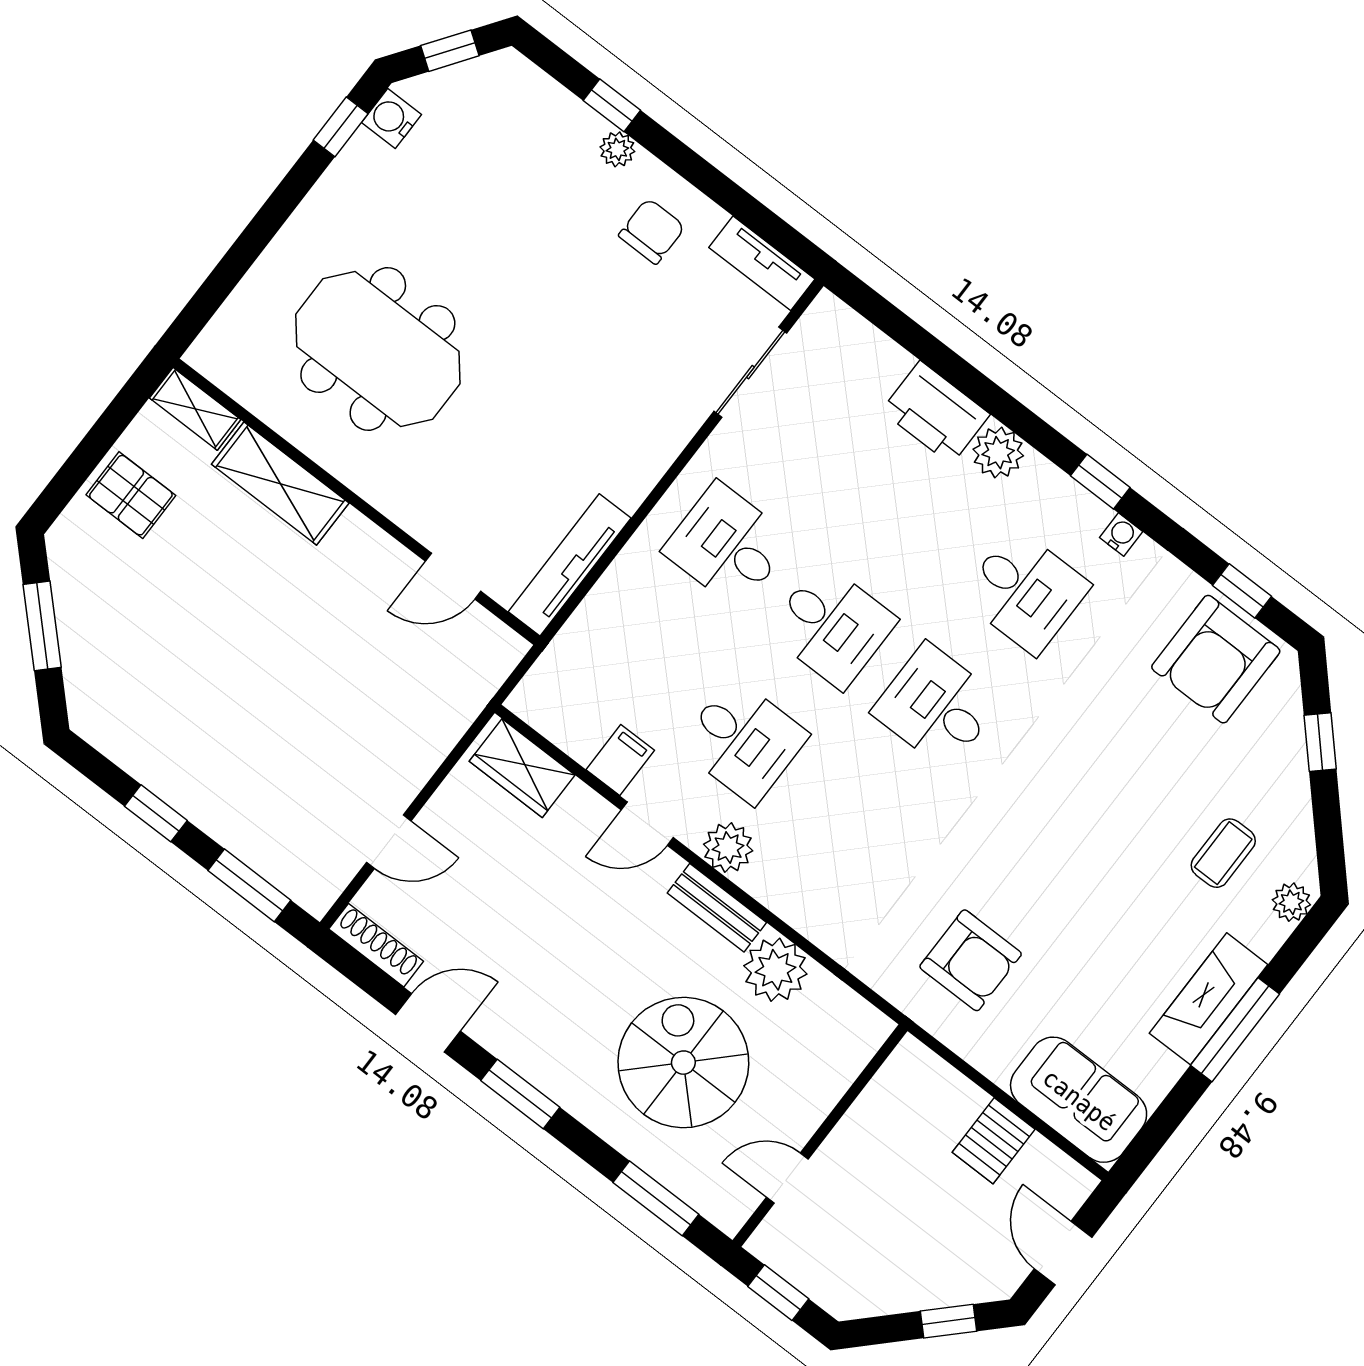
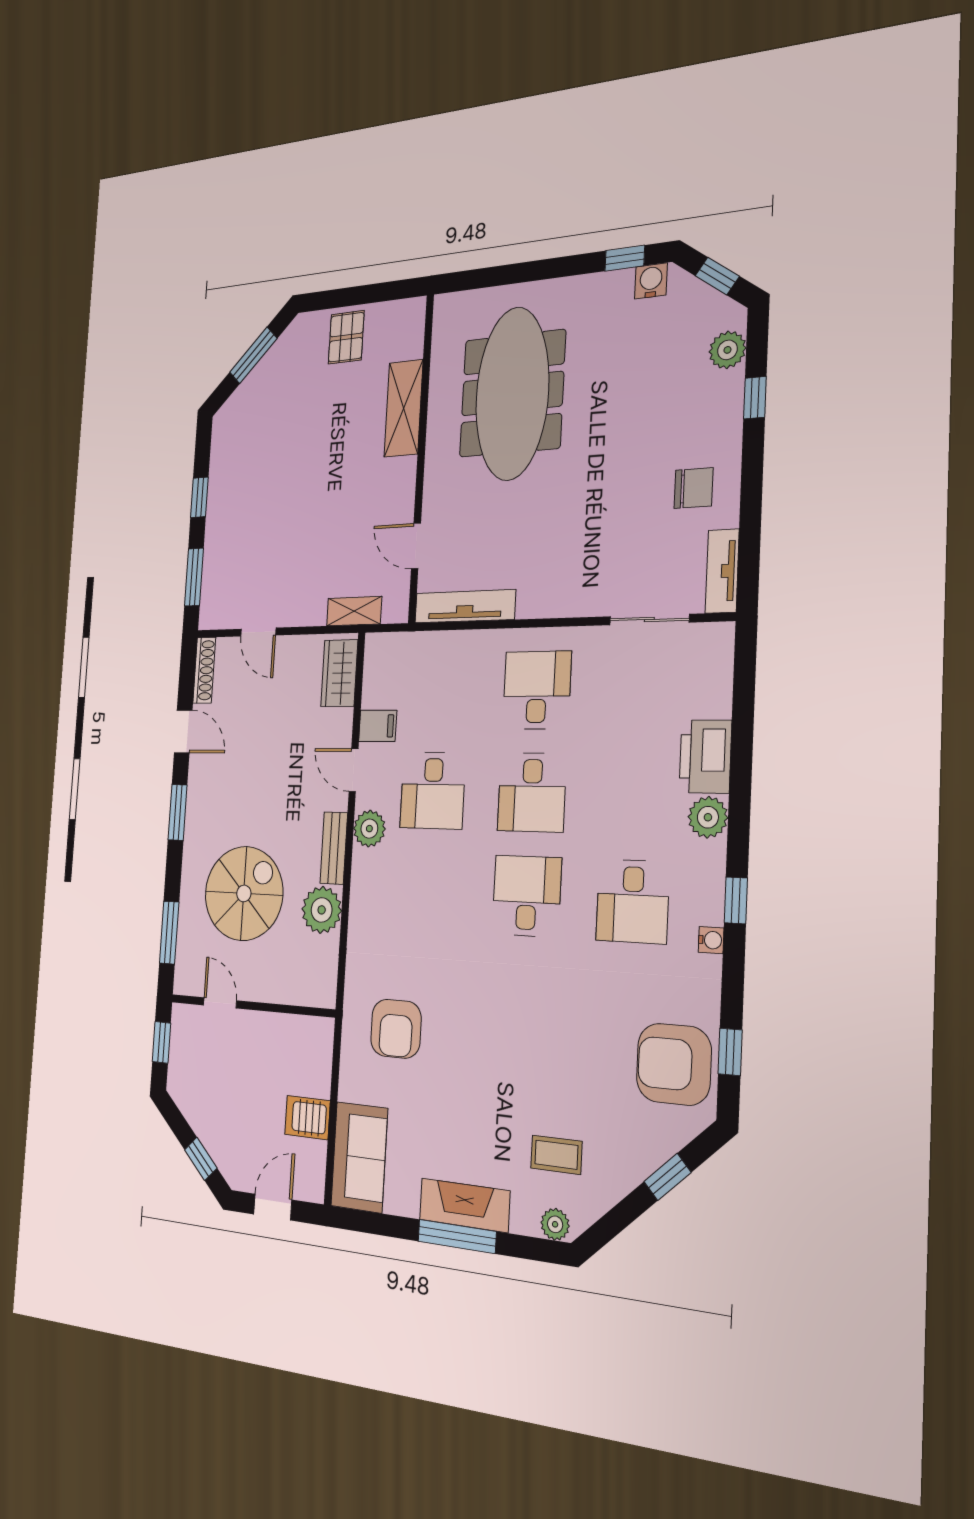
plant: (617, 149) -> (727, 350), moved, width x1.38, depth x1.38
meeting table: (378, 349) -> (512, 394), width x1.36
shelving: (195, 409) -> (354, 611), moved, turned 90

